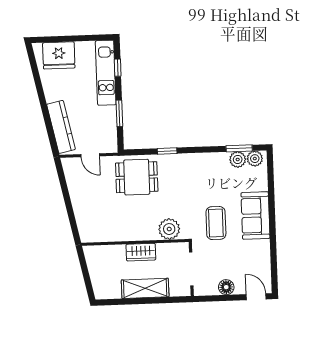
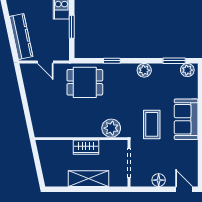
plant: (238, 159) -> (144, 70), moved

